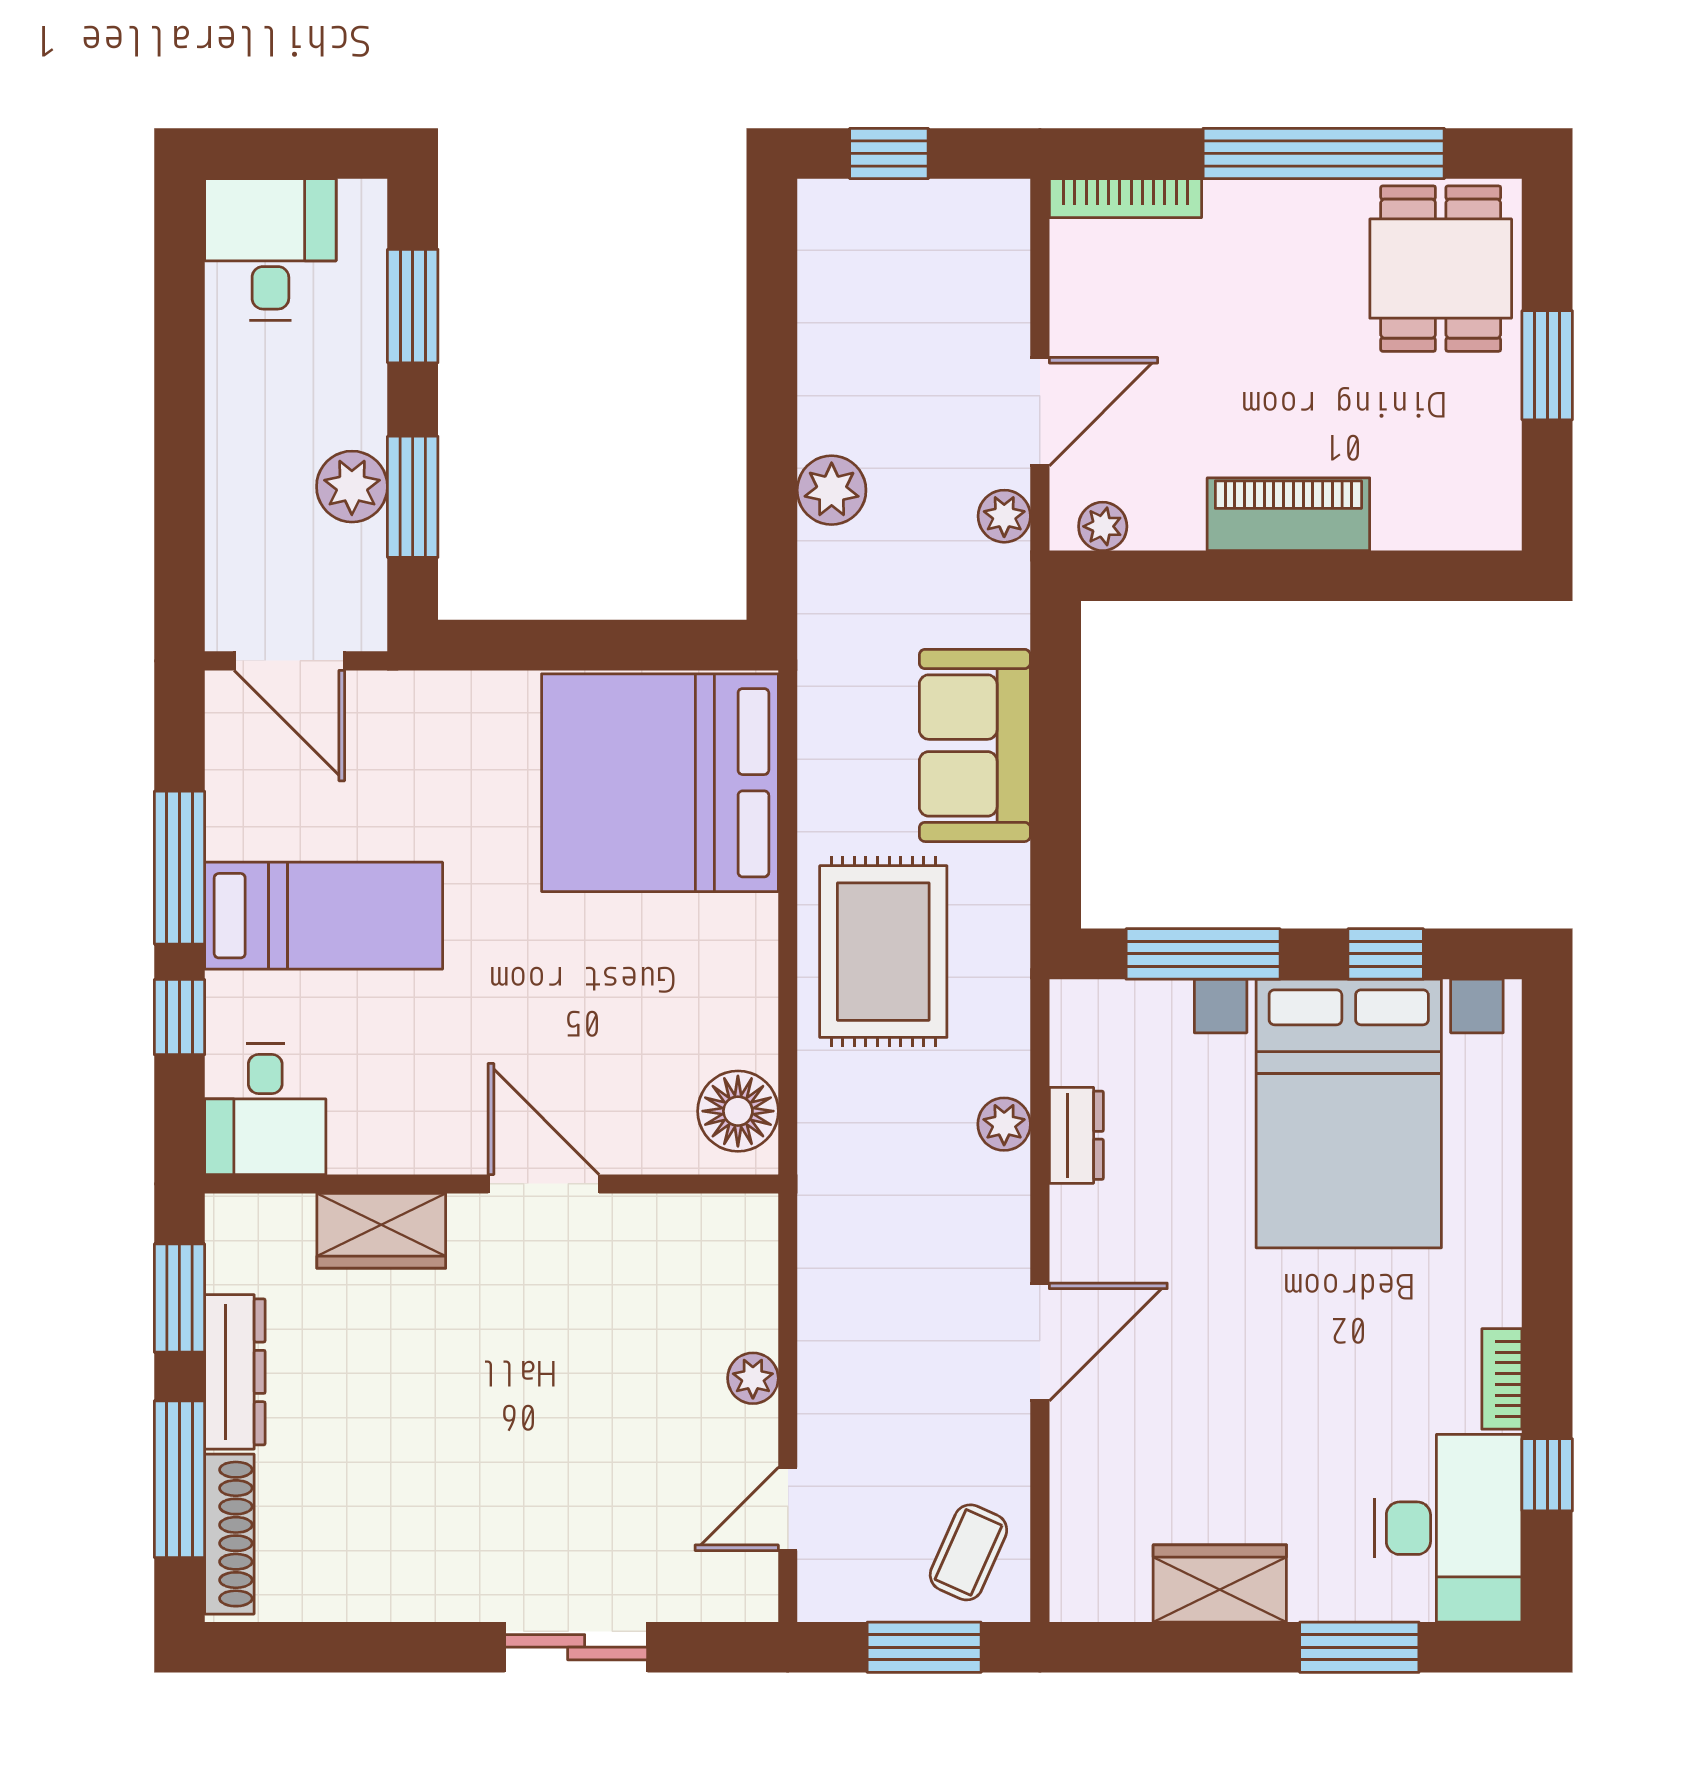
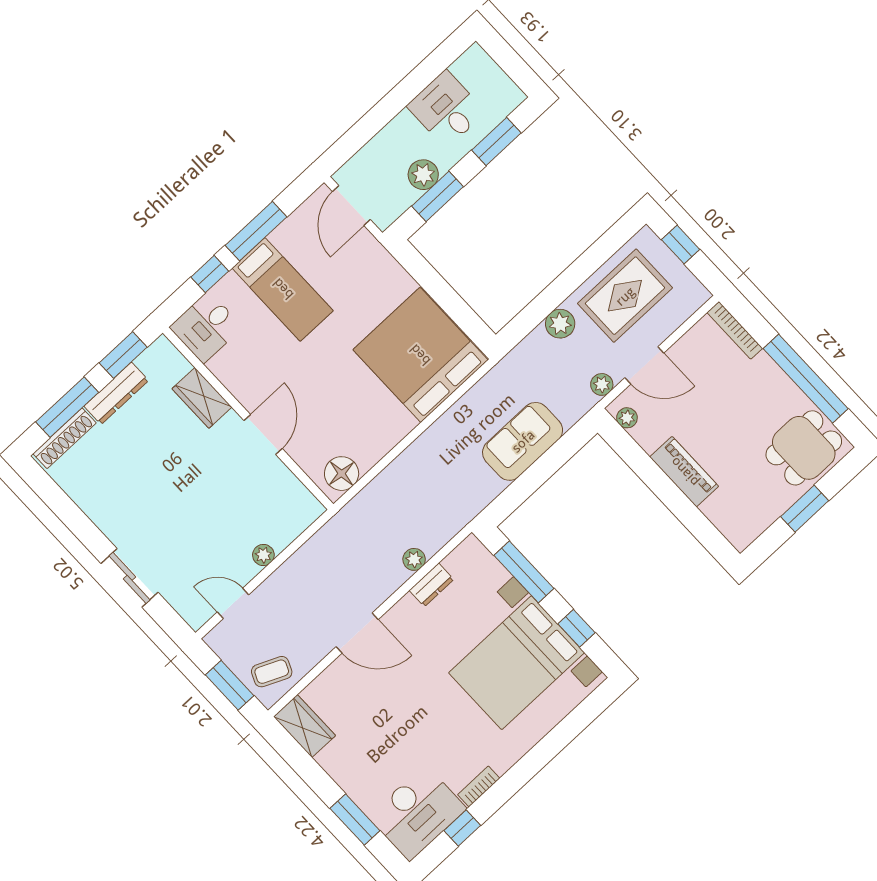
desk: (270, 250) -> (446, 109), moved, turned -90
rug: (883, 952) -> (625, 296), moved
wardrobe: (1220, 1583) -> (305, 726), moved

